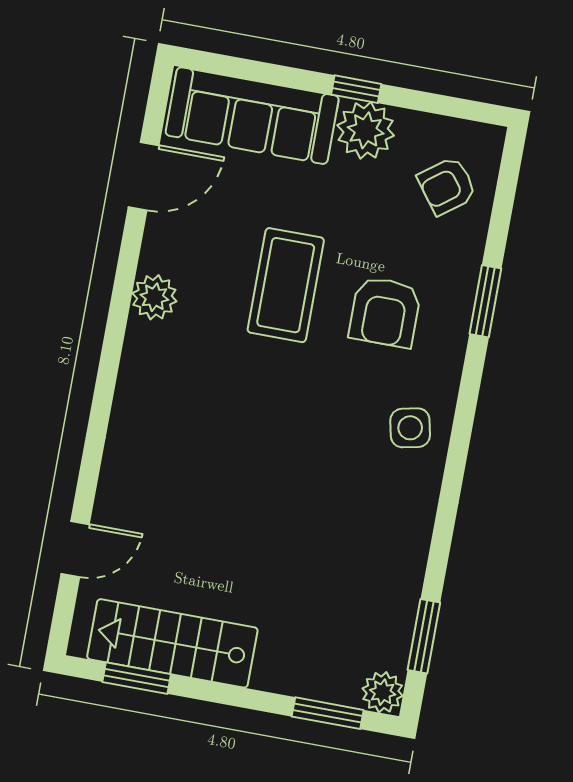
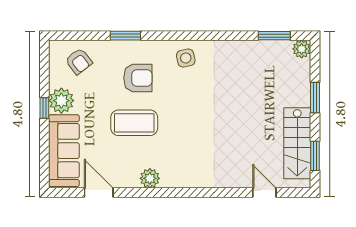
window: (328, 713) -> (315, 98), moved

